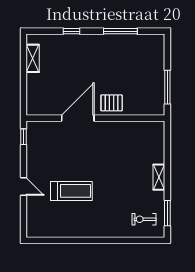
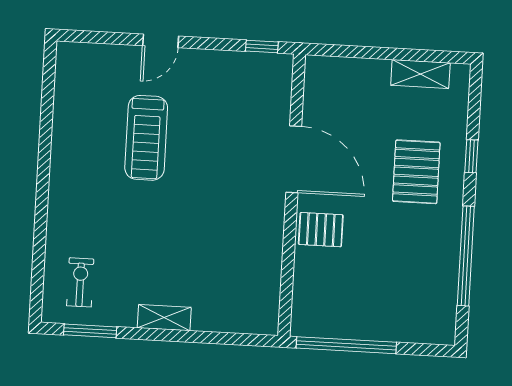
window: (120, 31) -> (466, 256), width x1.46
pallet: (81, 58) -> (416, 172), added
window: (167, 87) -> (346, 345), width x1.46
pallet: (112, 103) -> (321, 230), turned 90

